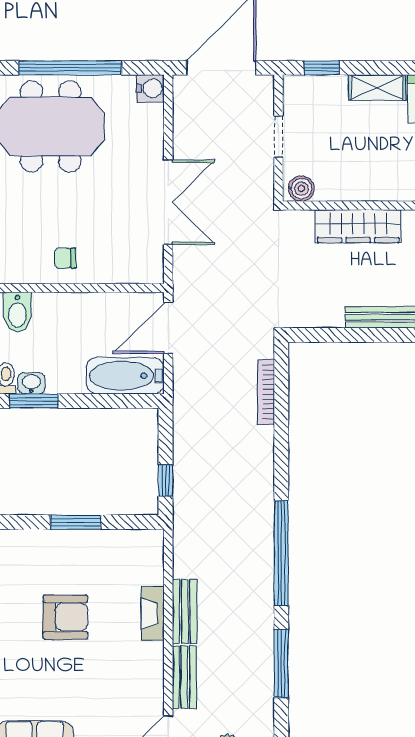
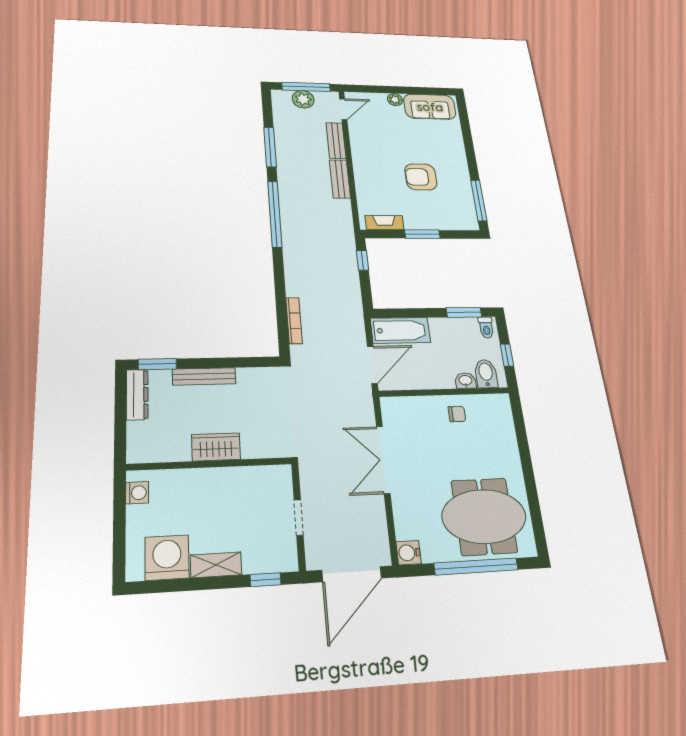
boiler: (301, 189) -> (277, 475), removed
wardrobe: (358, 226) -> (216, 447), width x0.67
washbasin: (31, 383) -> (466, 381), moved, turned 180
fireplace: (153, 613) -> (384, 223), moved, turned -90

